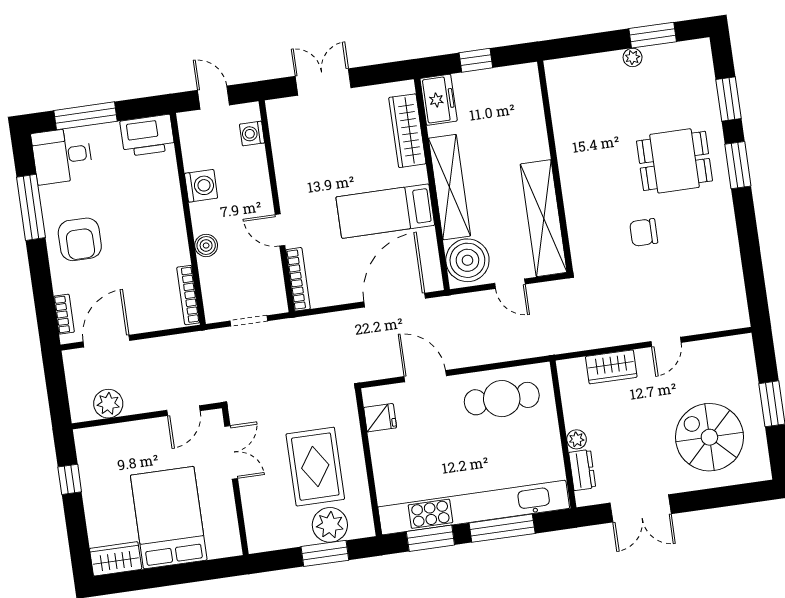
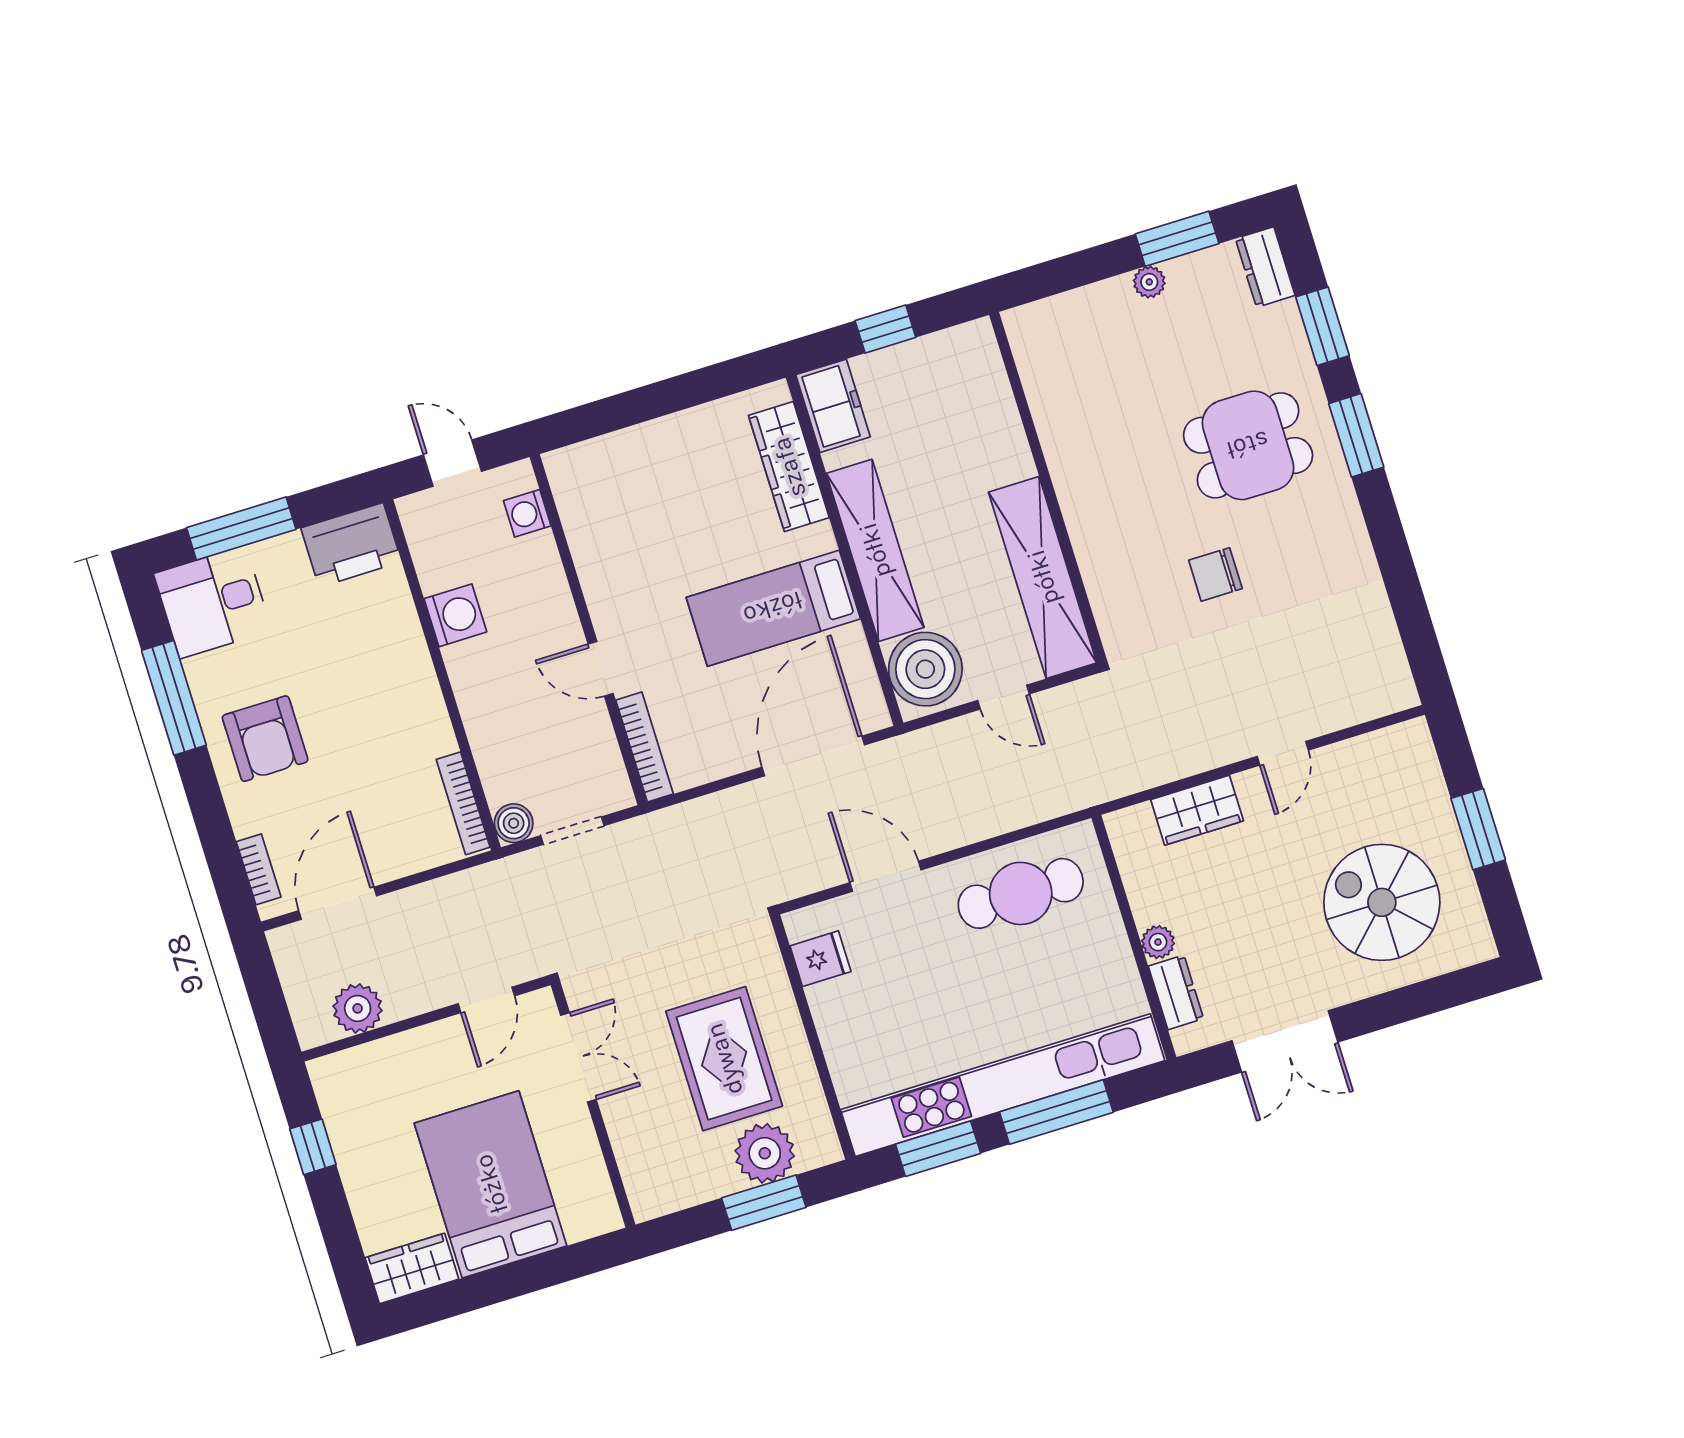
dresser: (701, 60) -> (1265, 267), added
double door: (323, 82) -> (633, 407), removed
boiler: (206, 245) -> (514, 823), moved

